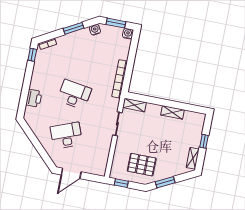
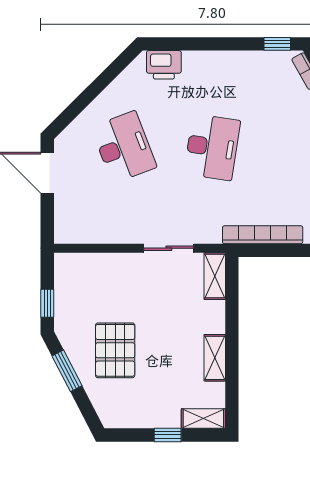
printer: (34, 98) -> (164, 65), moved
shelving: (193, 158) -> (203, 418), moved
pallet: (142, 165) -> (115, 350), moved
window: (121, 183) -> (47, 303), moved

